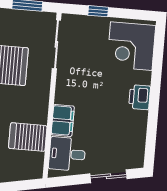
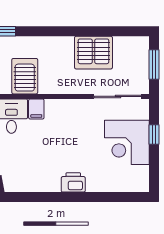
corner desk: (131, 46) -> (127, 142), moved, turned -90
filing cabinet: (63, 120) -> (36, 109), width x0.50

